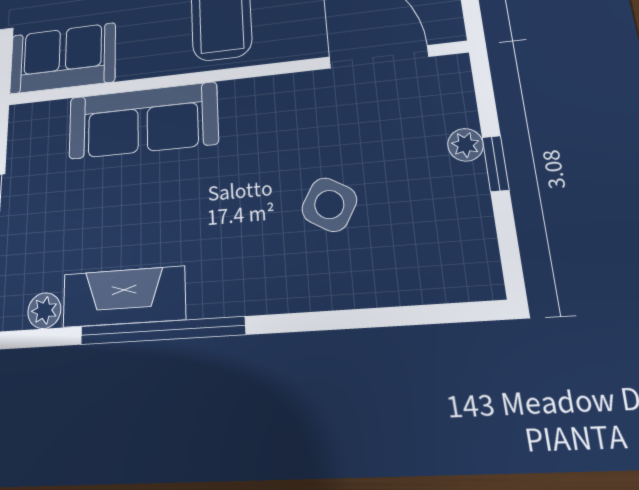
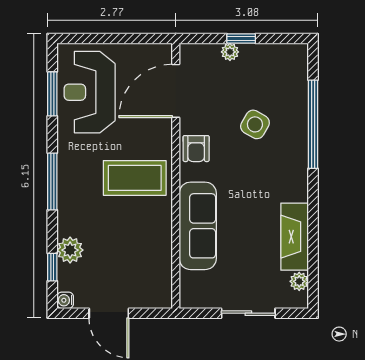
sofa: (63, 58) -> (153, 276), removed
armchair: (277, 103) -> (196, 149), added
window: (162, 331) -> (313, 124), moved

